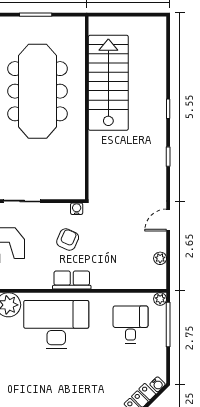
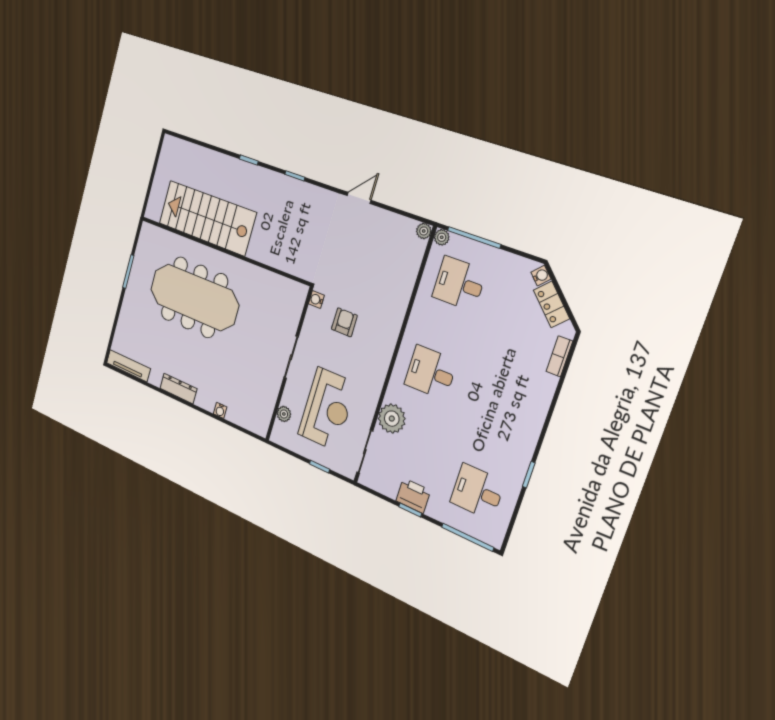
door: (168, 220) -> (359, 198), swing flipped
armchair: (68, 239) -> (344, 322), turned 66
plant: (160, 258) -> (424, 231), moved
row of seats: (72, 280) -> (388, 335), removed
desk: (56, 325) -> (431, 372), width x0.53, depth x0.77

